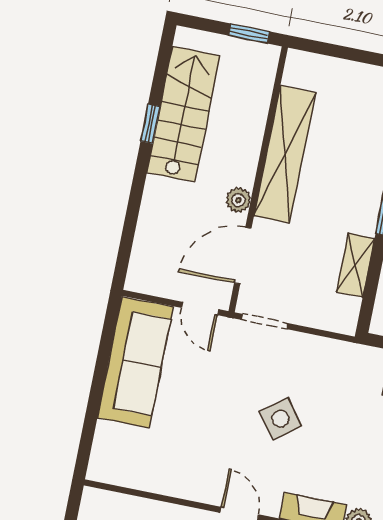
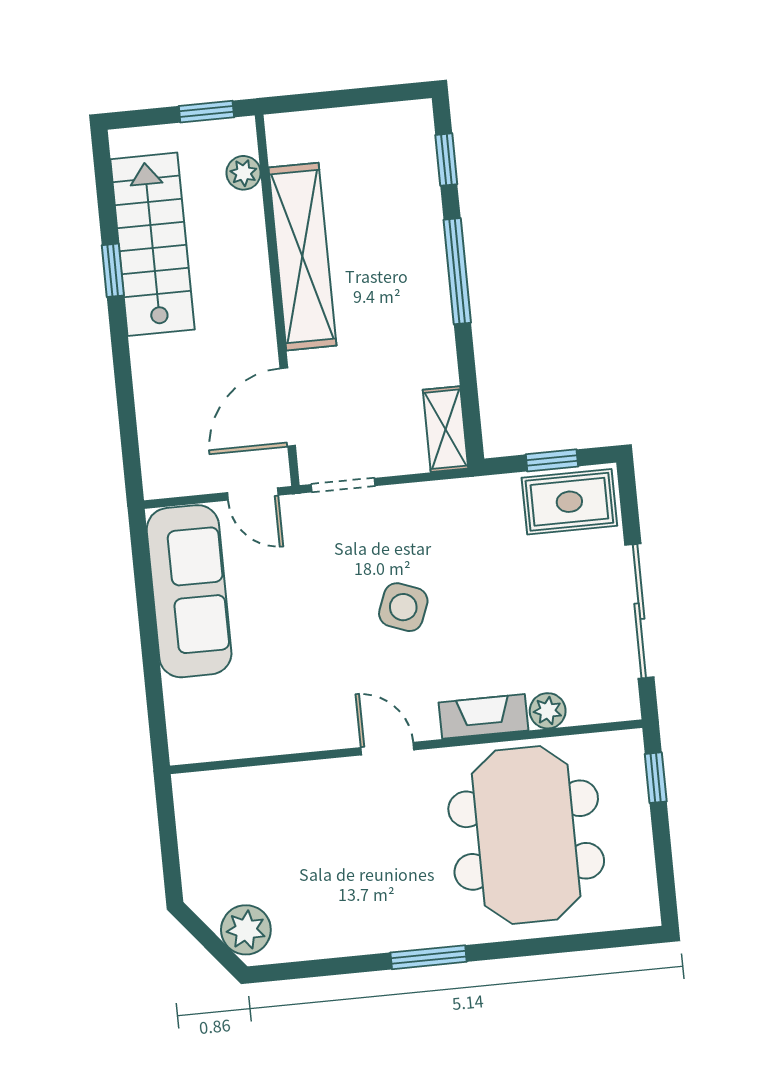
plant: (238, 200) -> (244, 173), moved
shelving: (355, 265) -> (445, 429), moved
side table: (280, 419) -> (403, 607), turned -32

